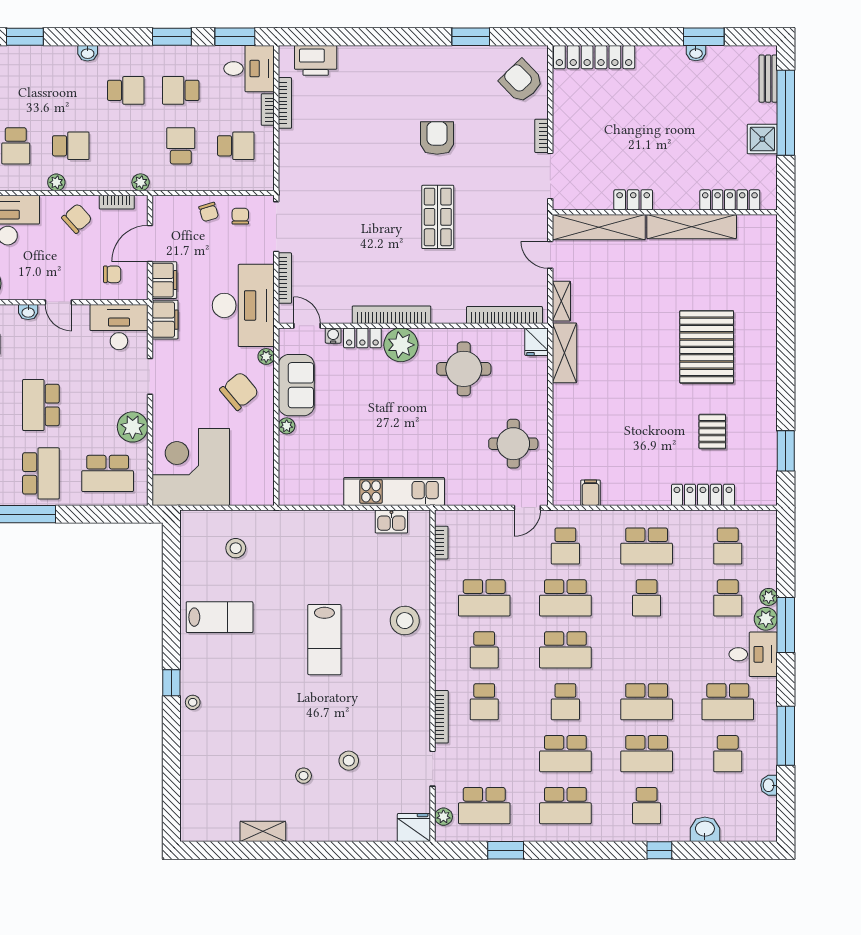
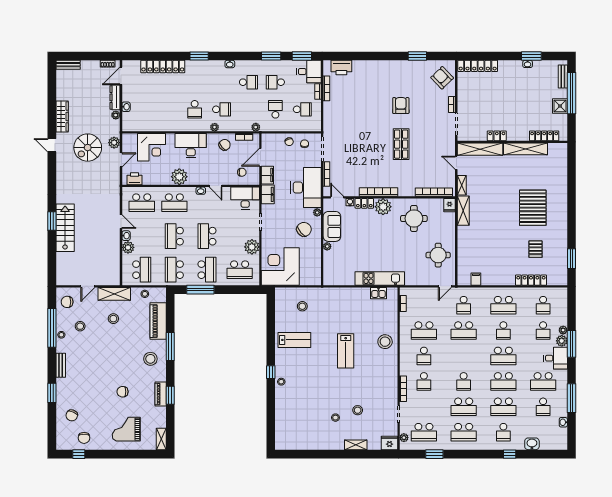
school desk: (565, 650) -> (503, 356), moved
shelving: (263, 831) -> (356, 445), moved

